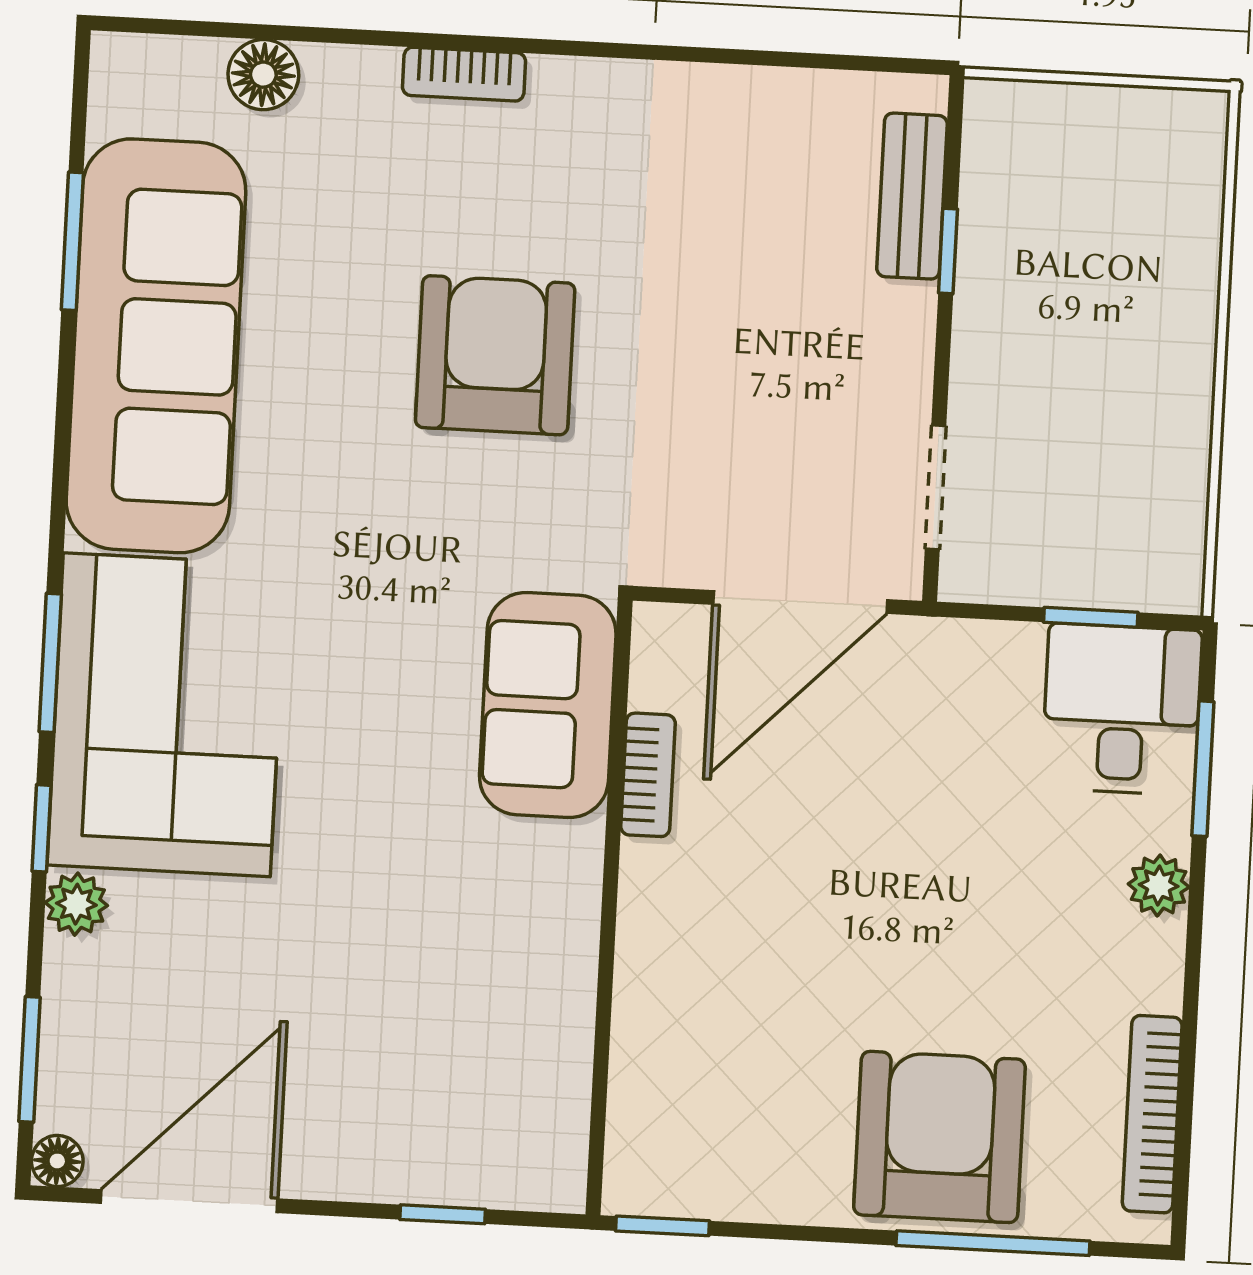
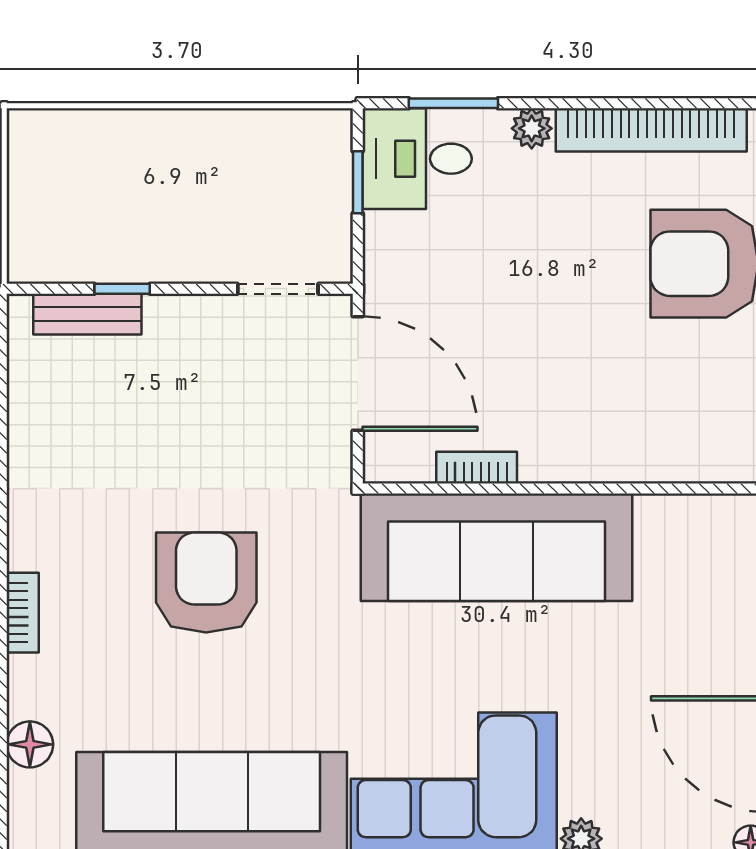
armchair: (495, 355) -> (206, 583), turned 90
sofa: (548, 705) -> (496, 547), width x1.85, depth x1.27
bookcase: (1152, 1114) -> (651, 130), width x1.48, depth x1.31

